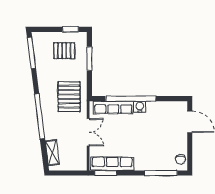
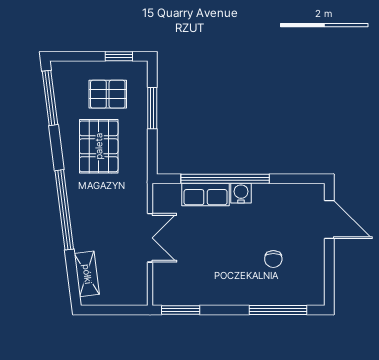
pallet: (69, 97) -> (99, 146), moved
row of seats: (113, 108) -> (206, 194), width x0.68
chair: (180, 159) -> (273, 259), moved
row of seats: (112, 164) -> (192, 293), removed

